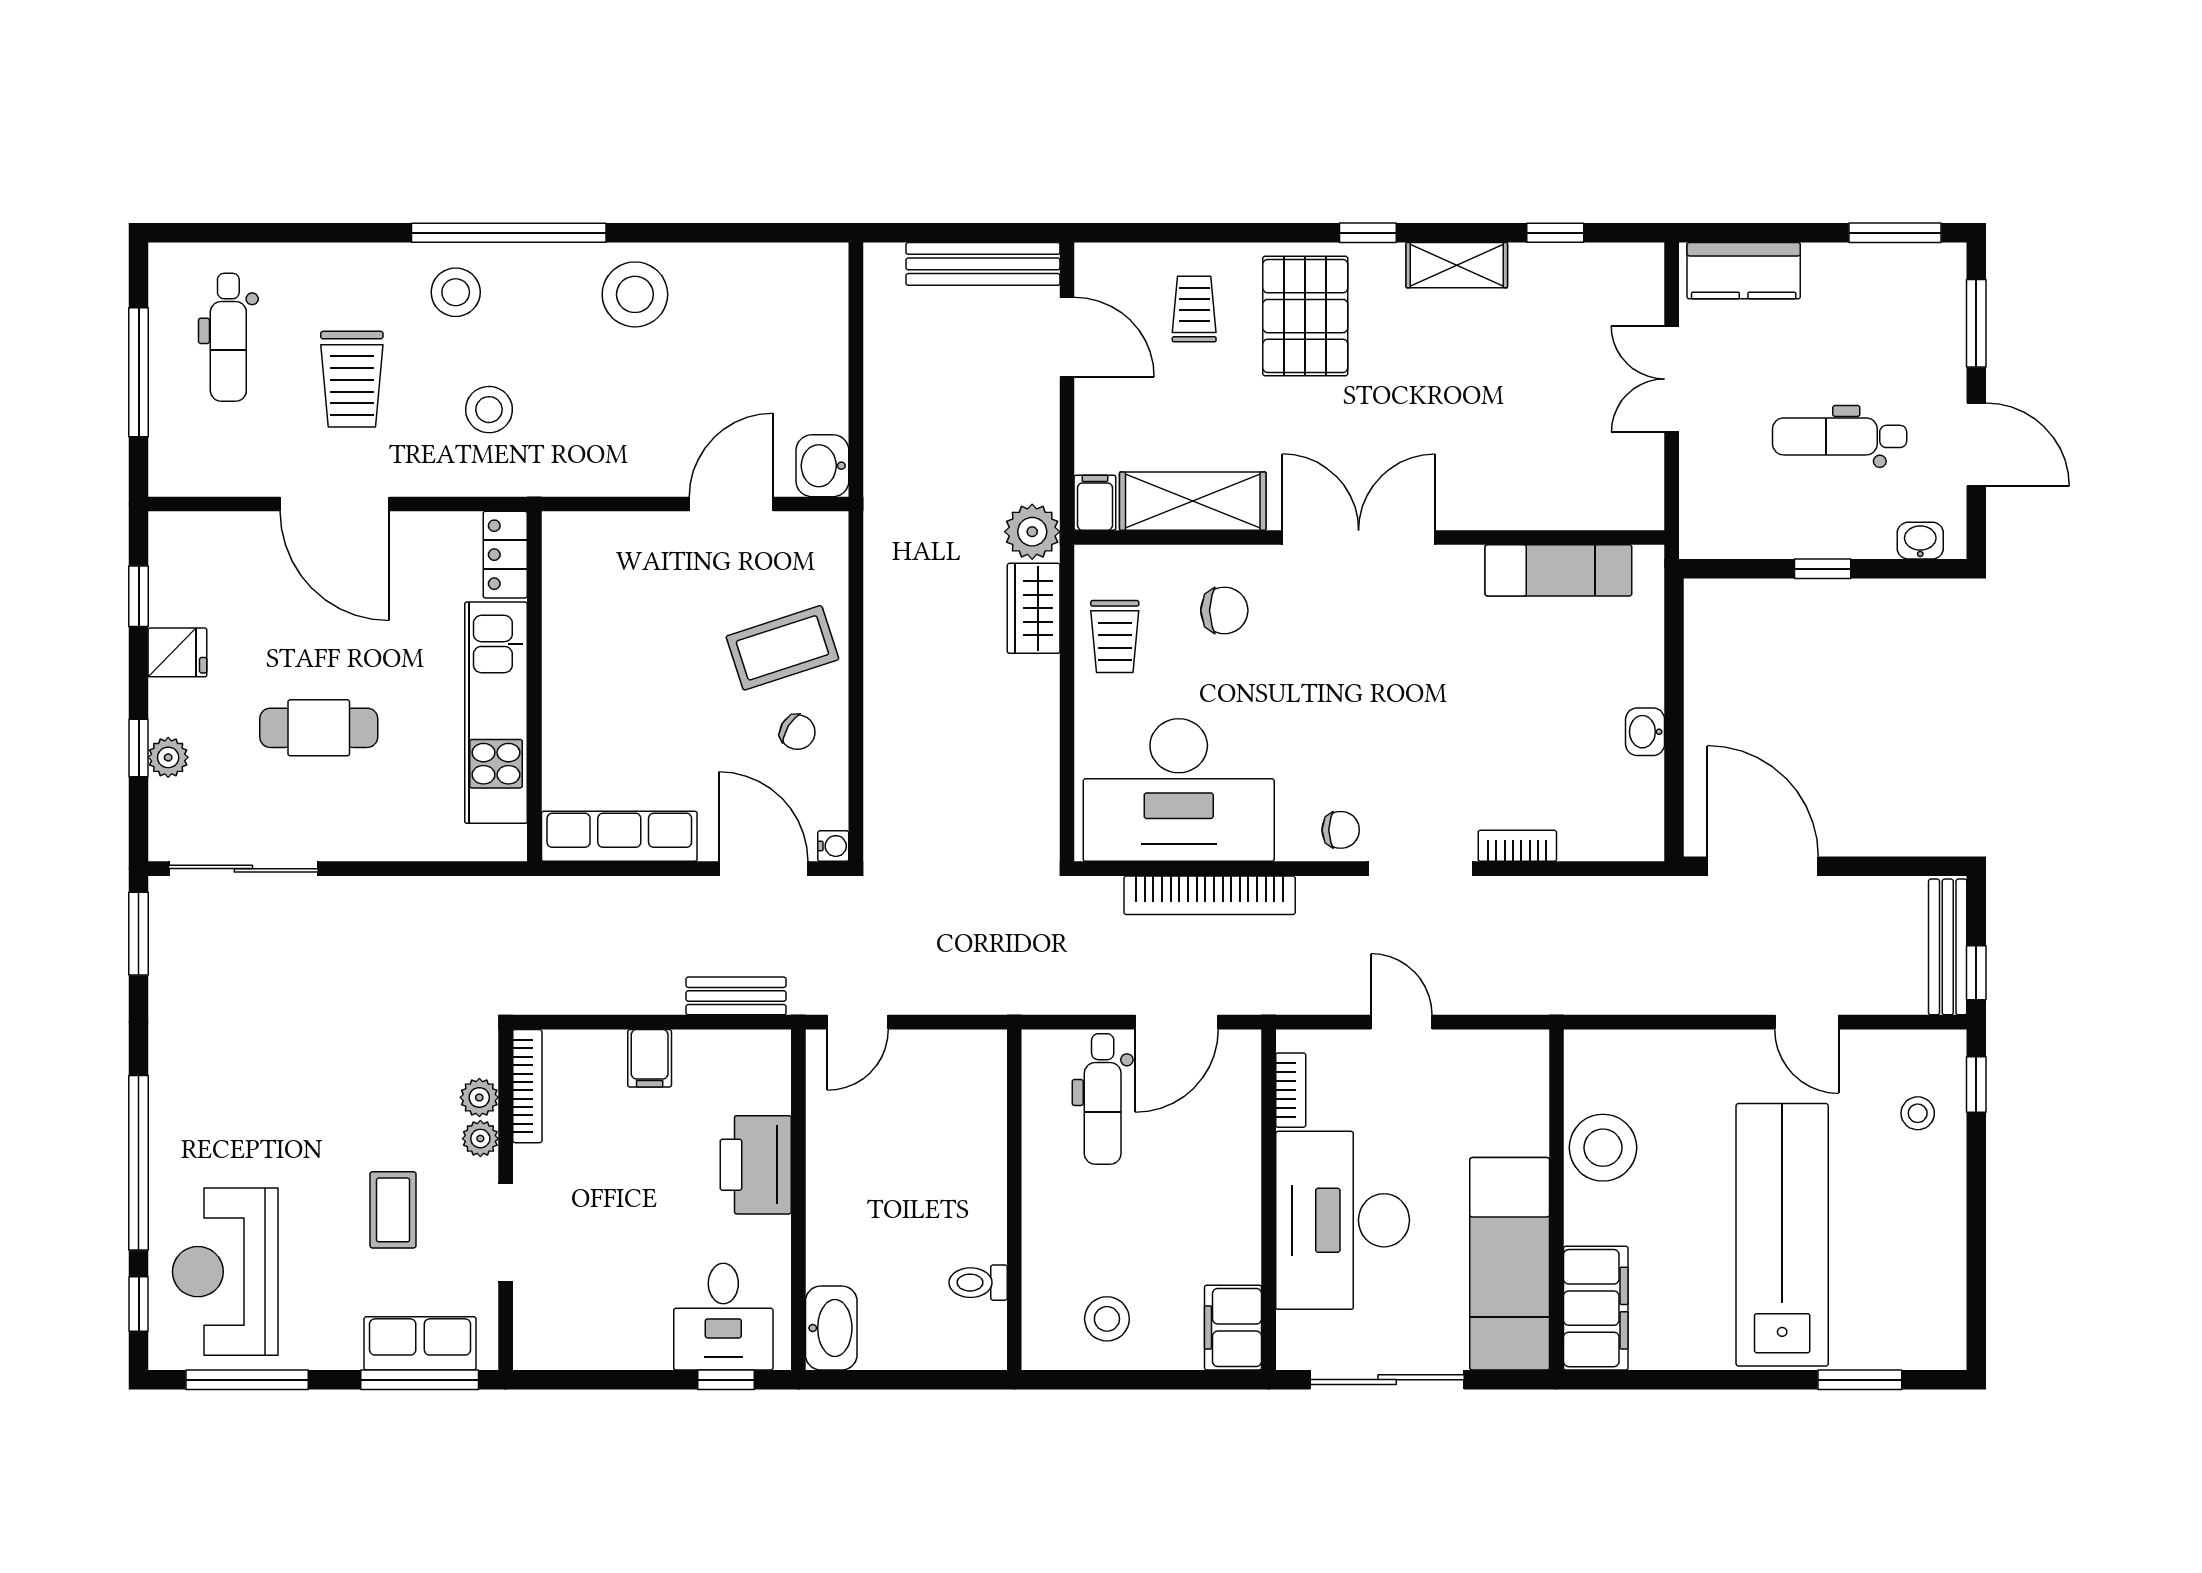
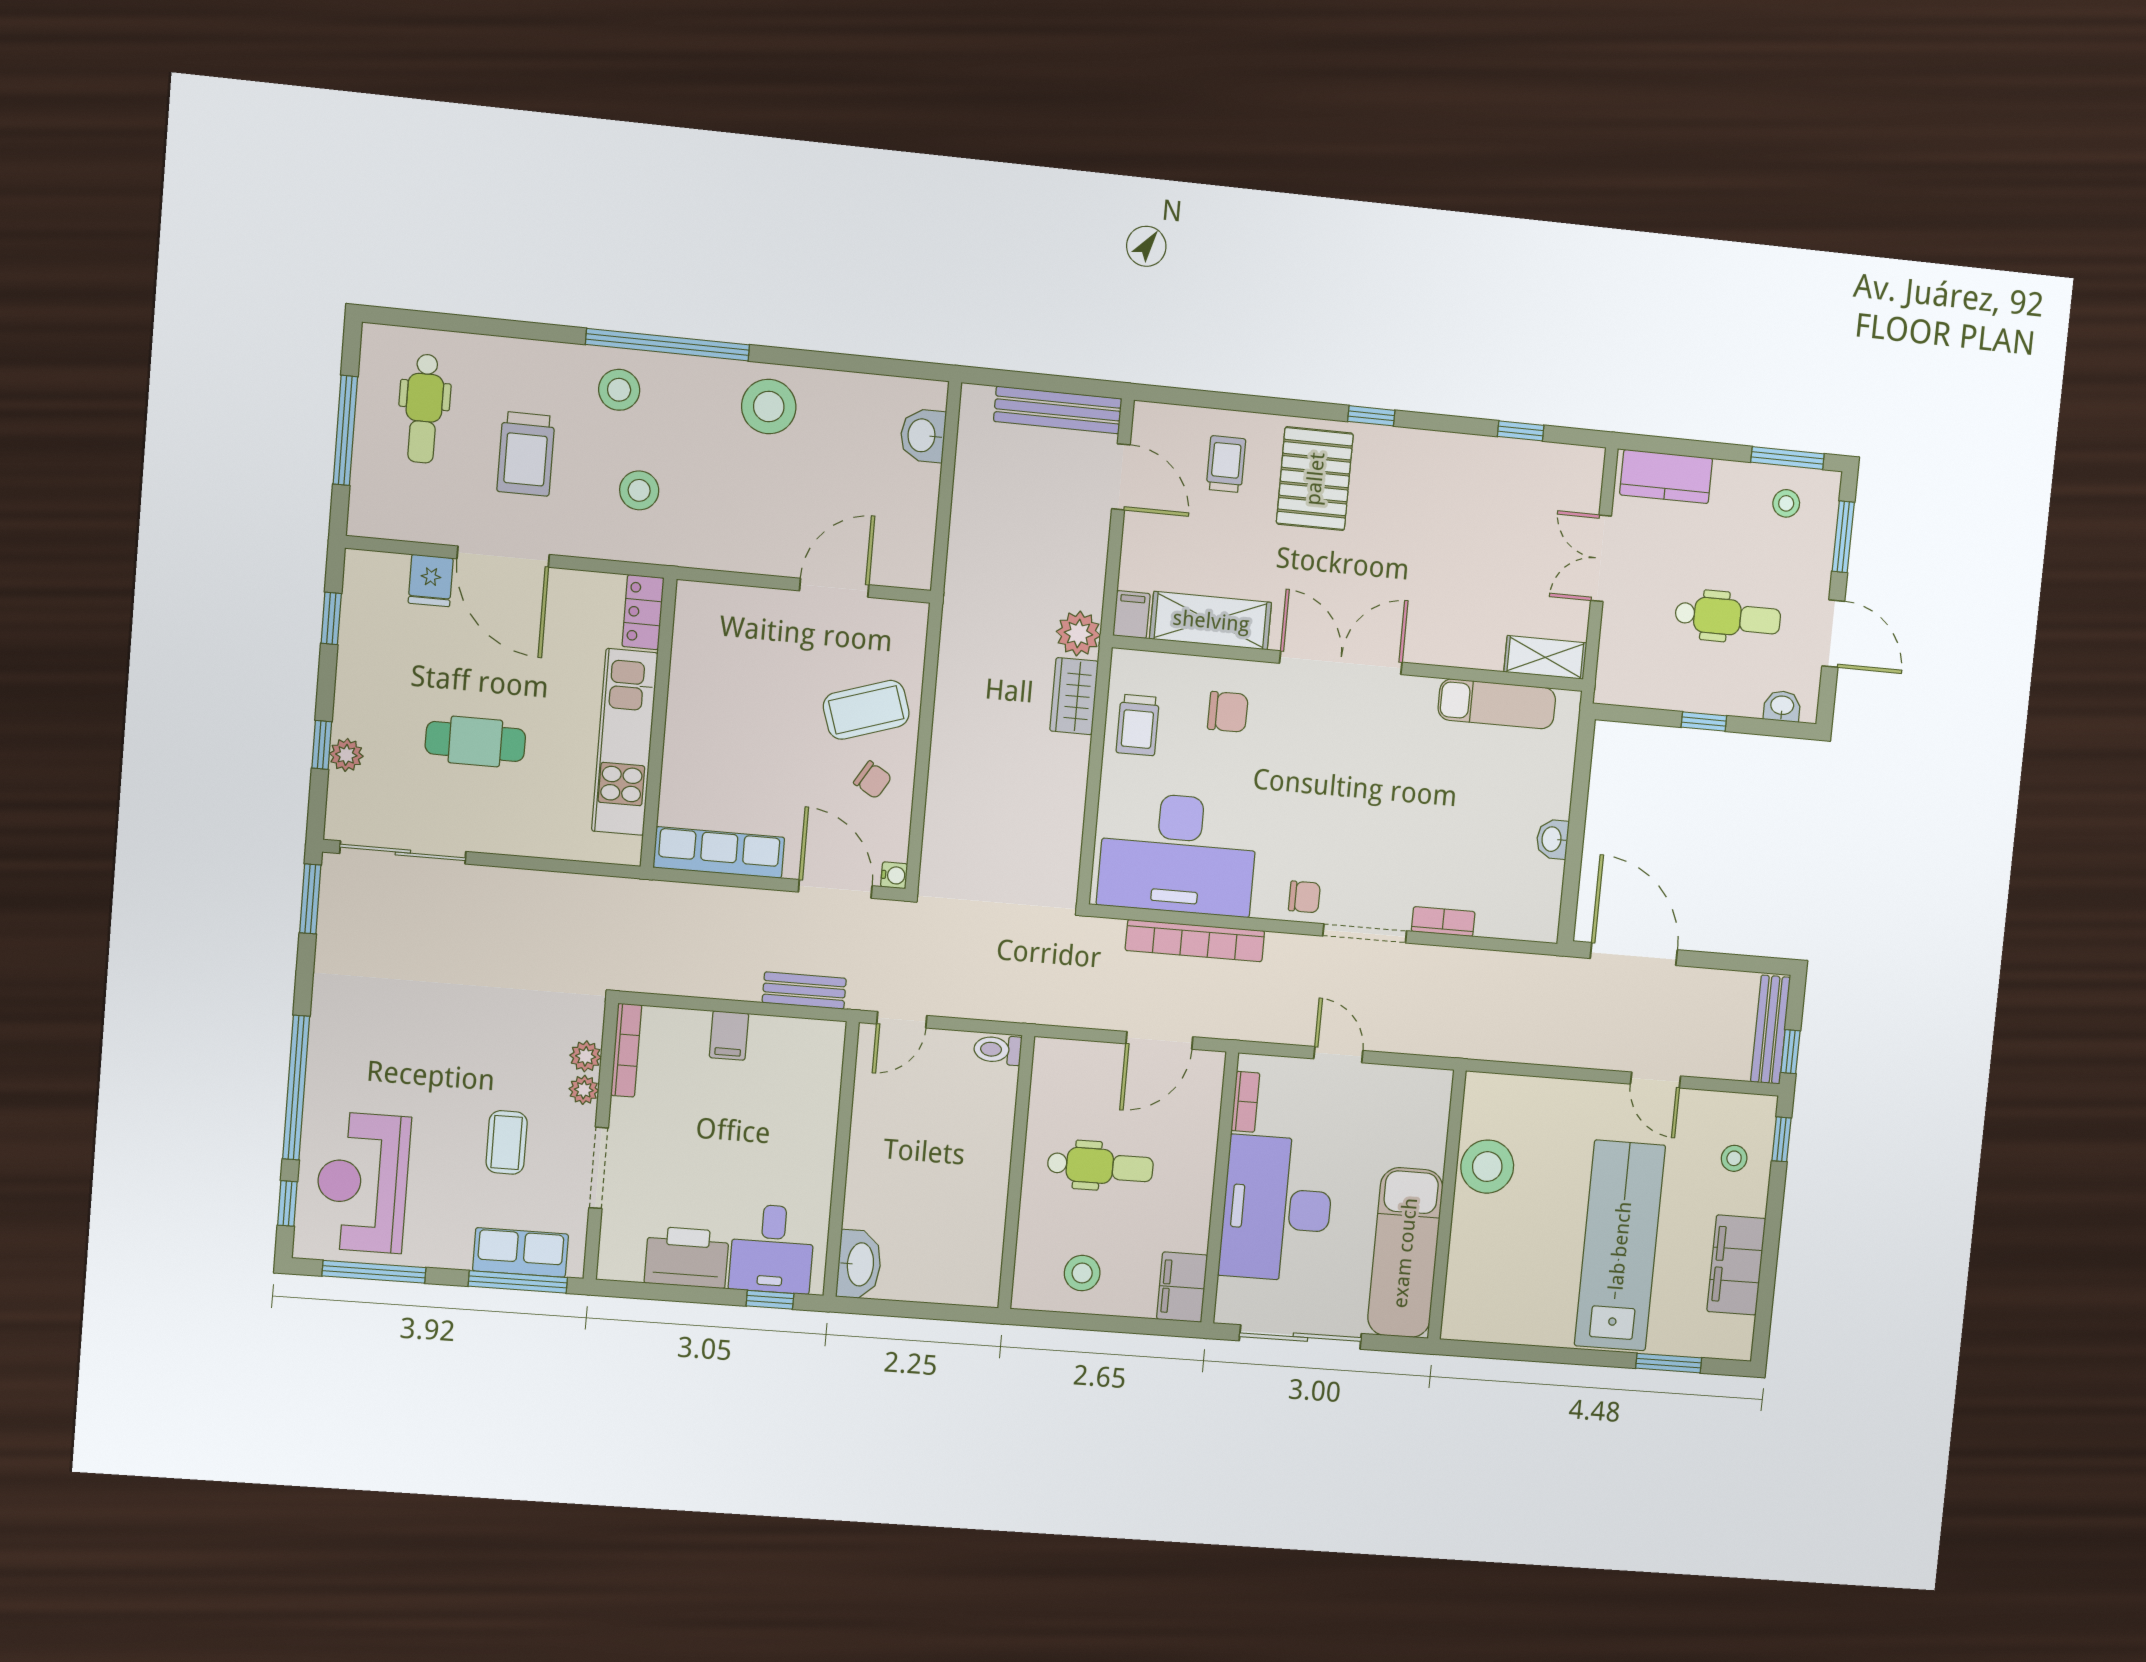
shelving: (1457, 265) -> (1545, 657), moved
stool: (1899, 289) -> (1786, 503), added
dental chair: (1840, 436) -> (1728, 617), turned 180
washbasin: (822, 466) -> (923, 435), moved
fridge: (177, 652) -> (431, 581), moved, turned 90
dental chair: (1103, 1099) -> (1100, 1166), moved, turned -90
printer: (756, 1165) -> (687, 1257), moved, turned 90
toilet: (978, 1283) -> (998, 1050), moved
filing cabinet: (1596, 1308) -> (1736, 1265), moved, turned 180

